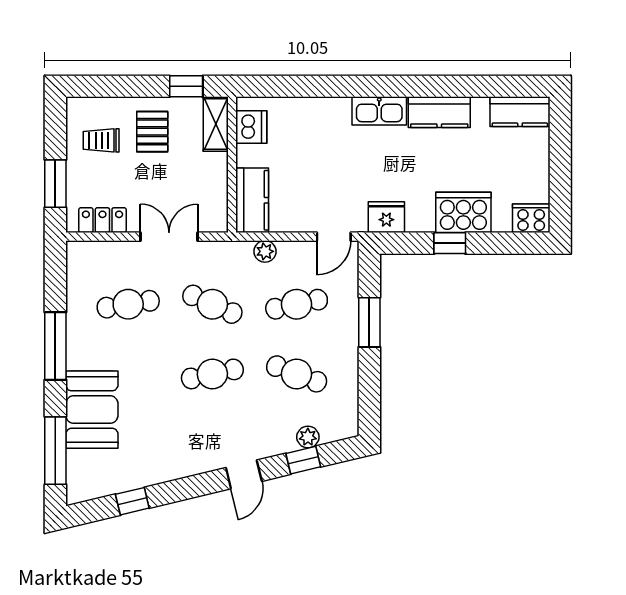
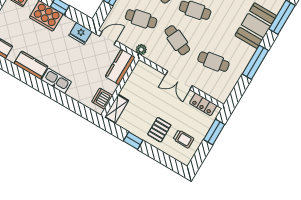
shelving: (216, 124) -> (117, 109), moved
dishwasher: (251, 127) -> (102, 99), moved
wall: (232, 165) -> (120, 87), moved
kitchen counter: (252, 200) -> (120, 67), moved

